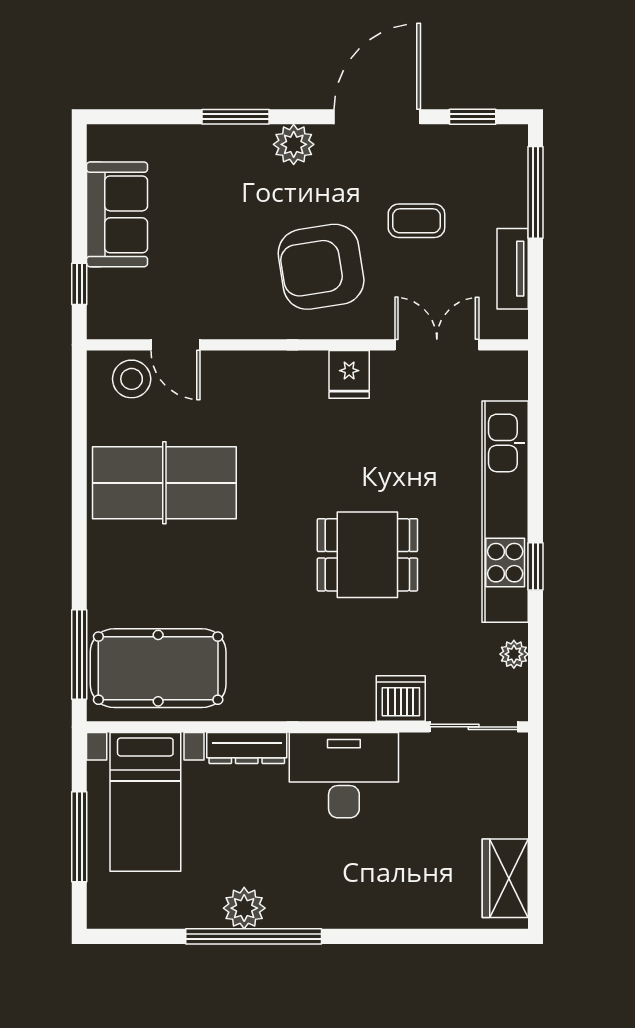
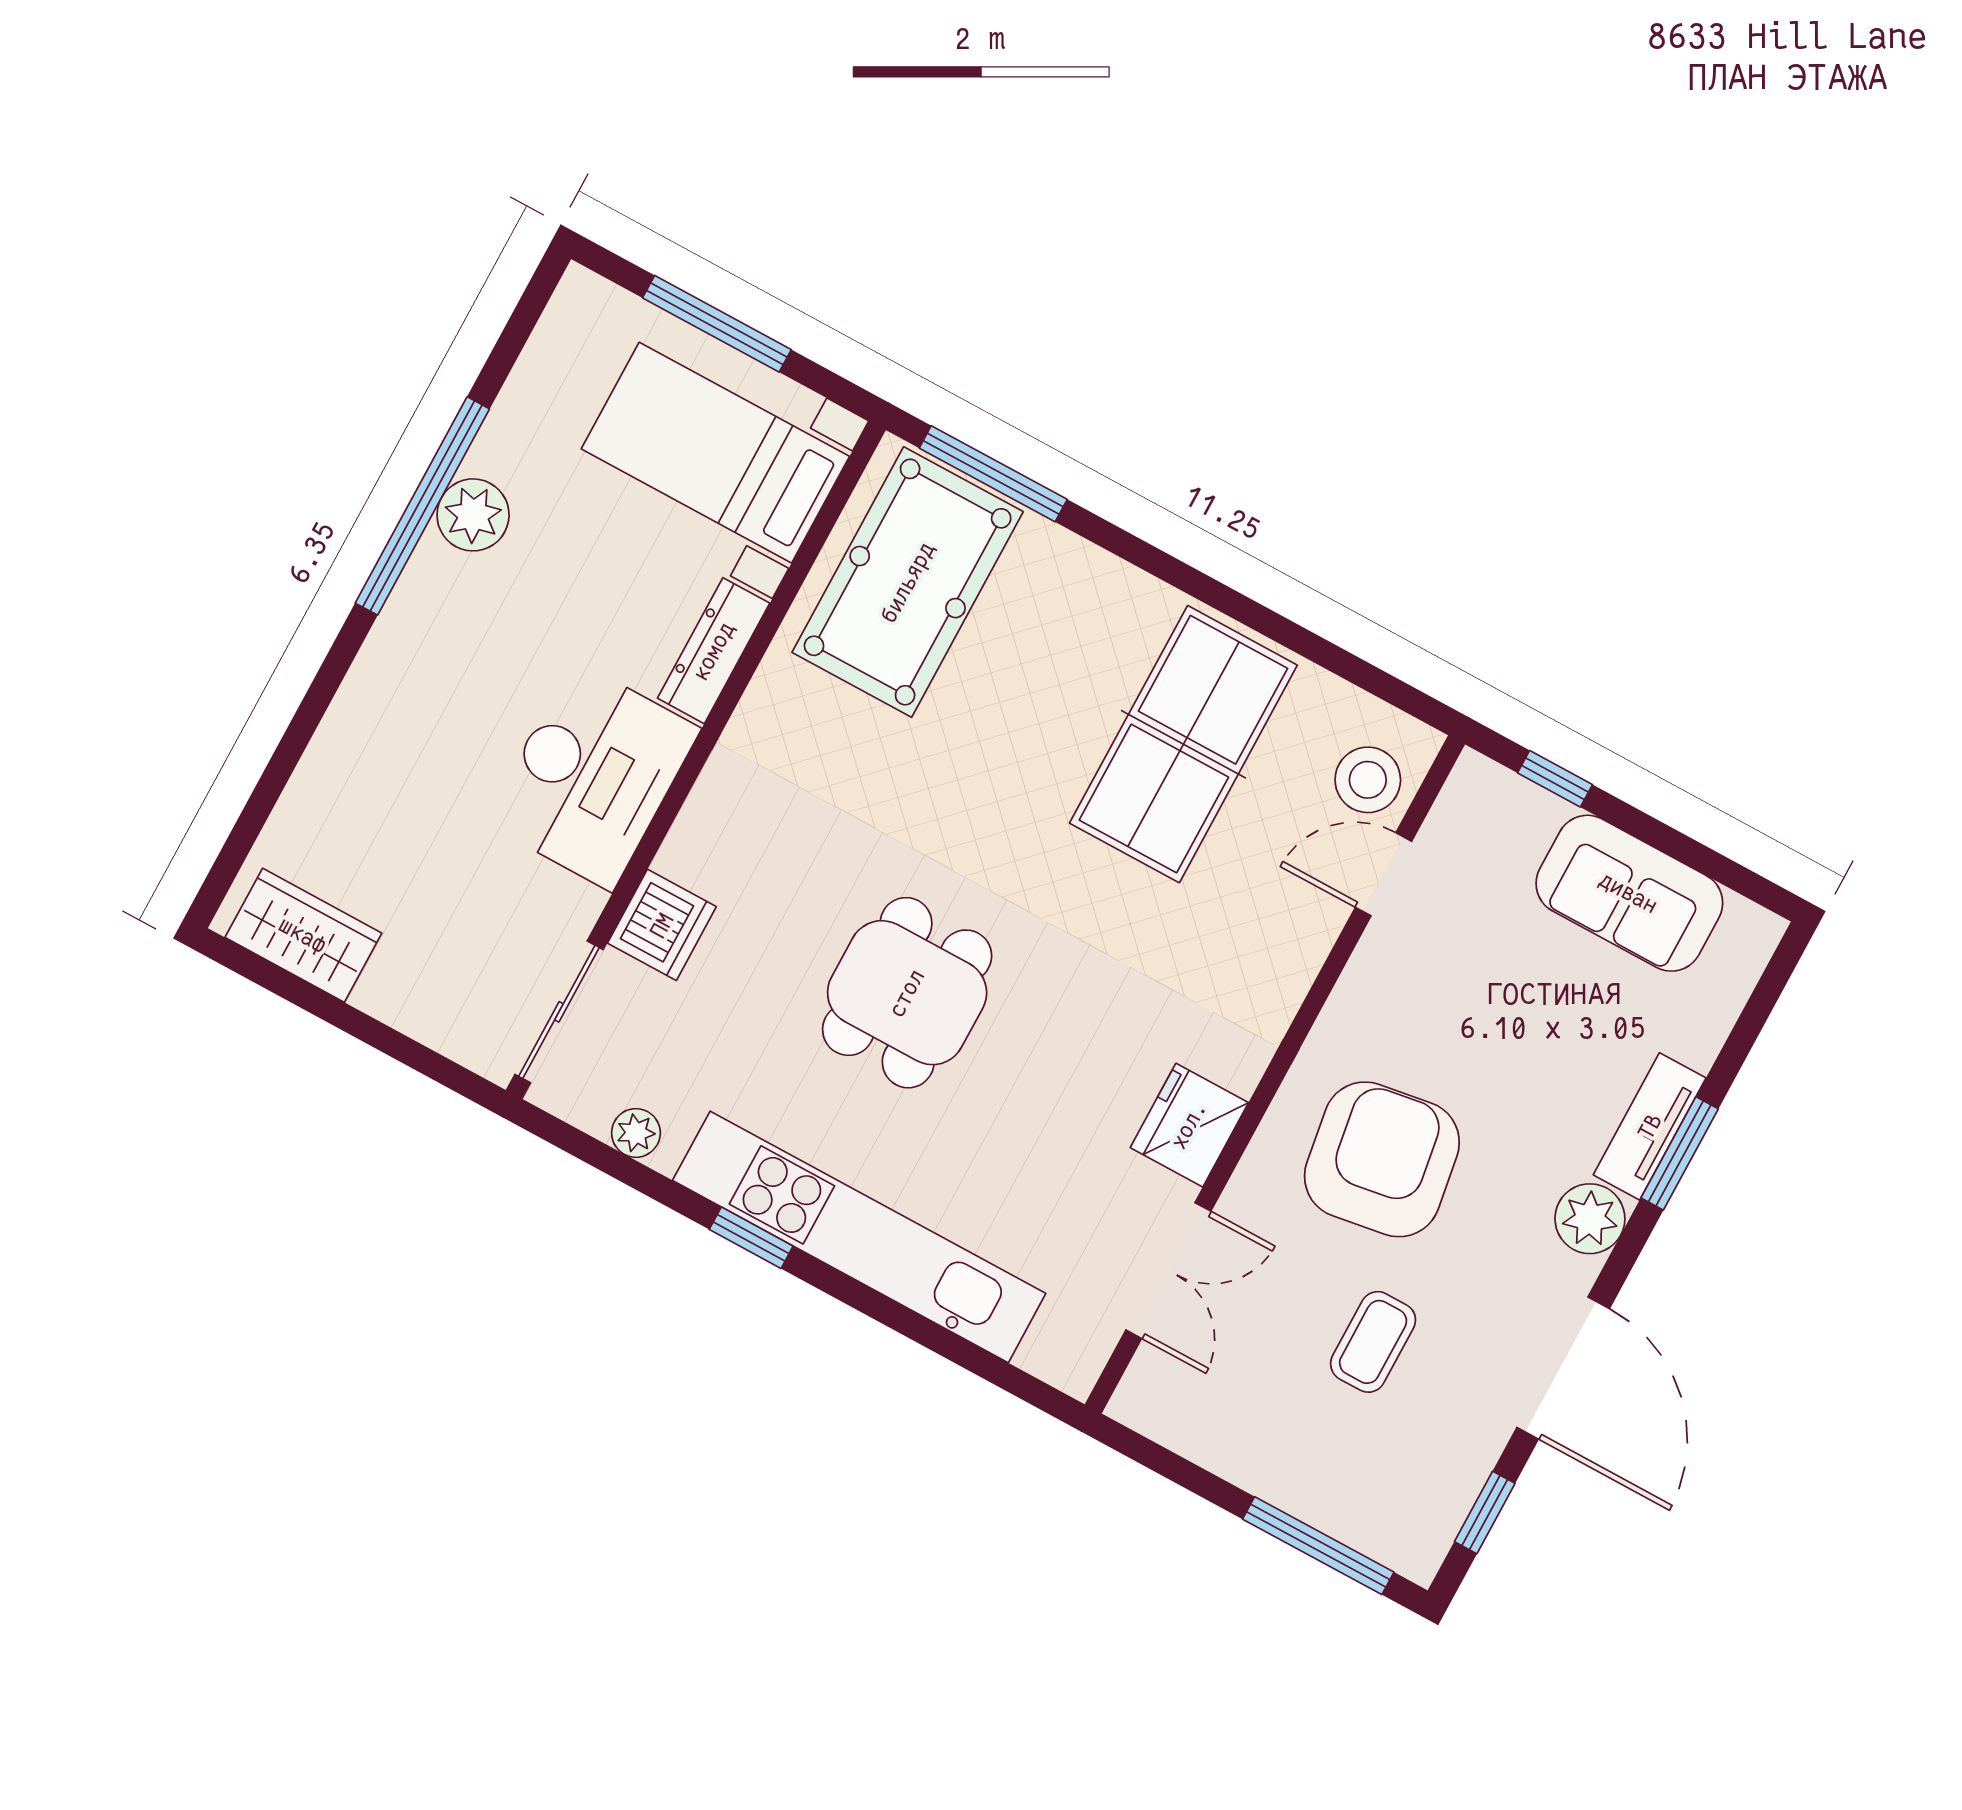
tv unit: (513, 269) -> (1650, 1126), moved, turned -90
fridge: (349, 374) -> (1189, 1125), width x1.38

